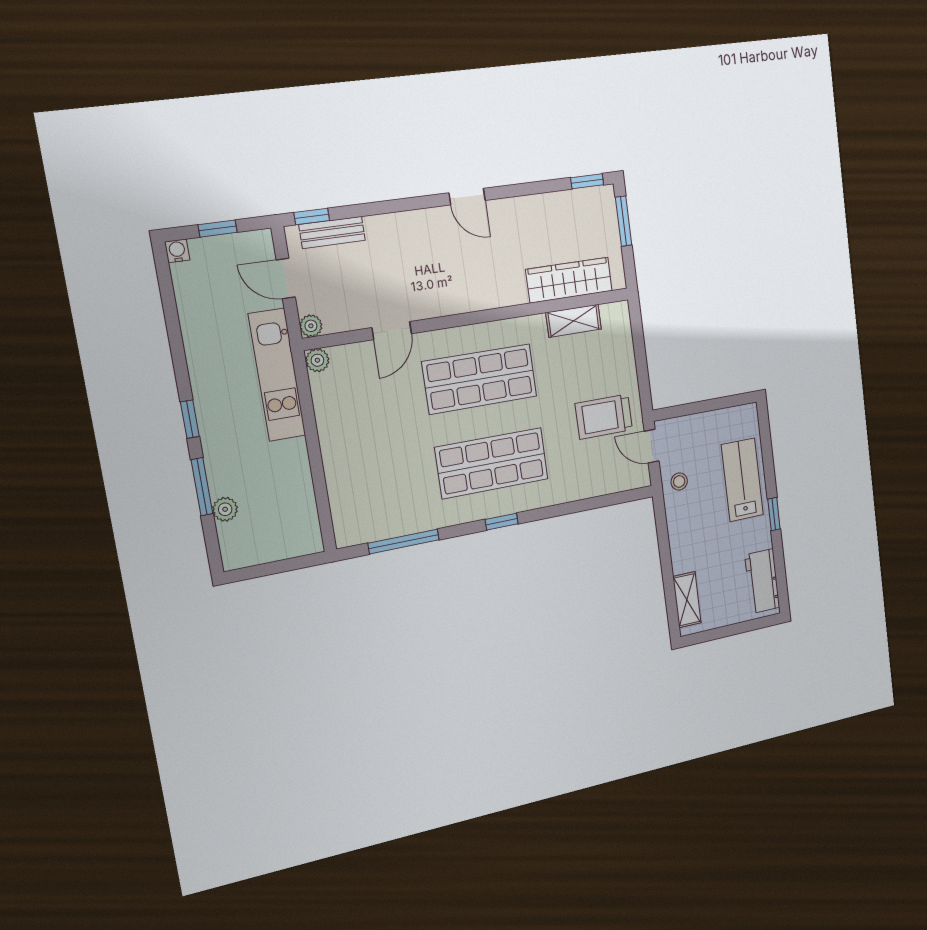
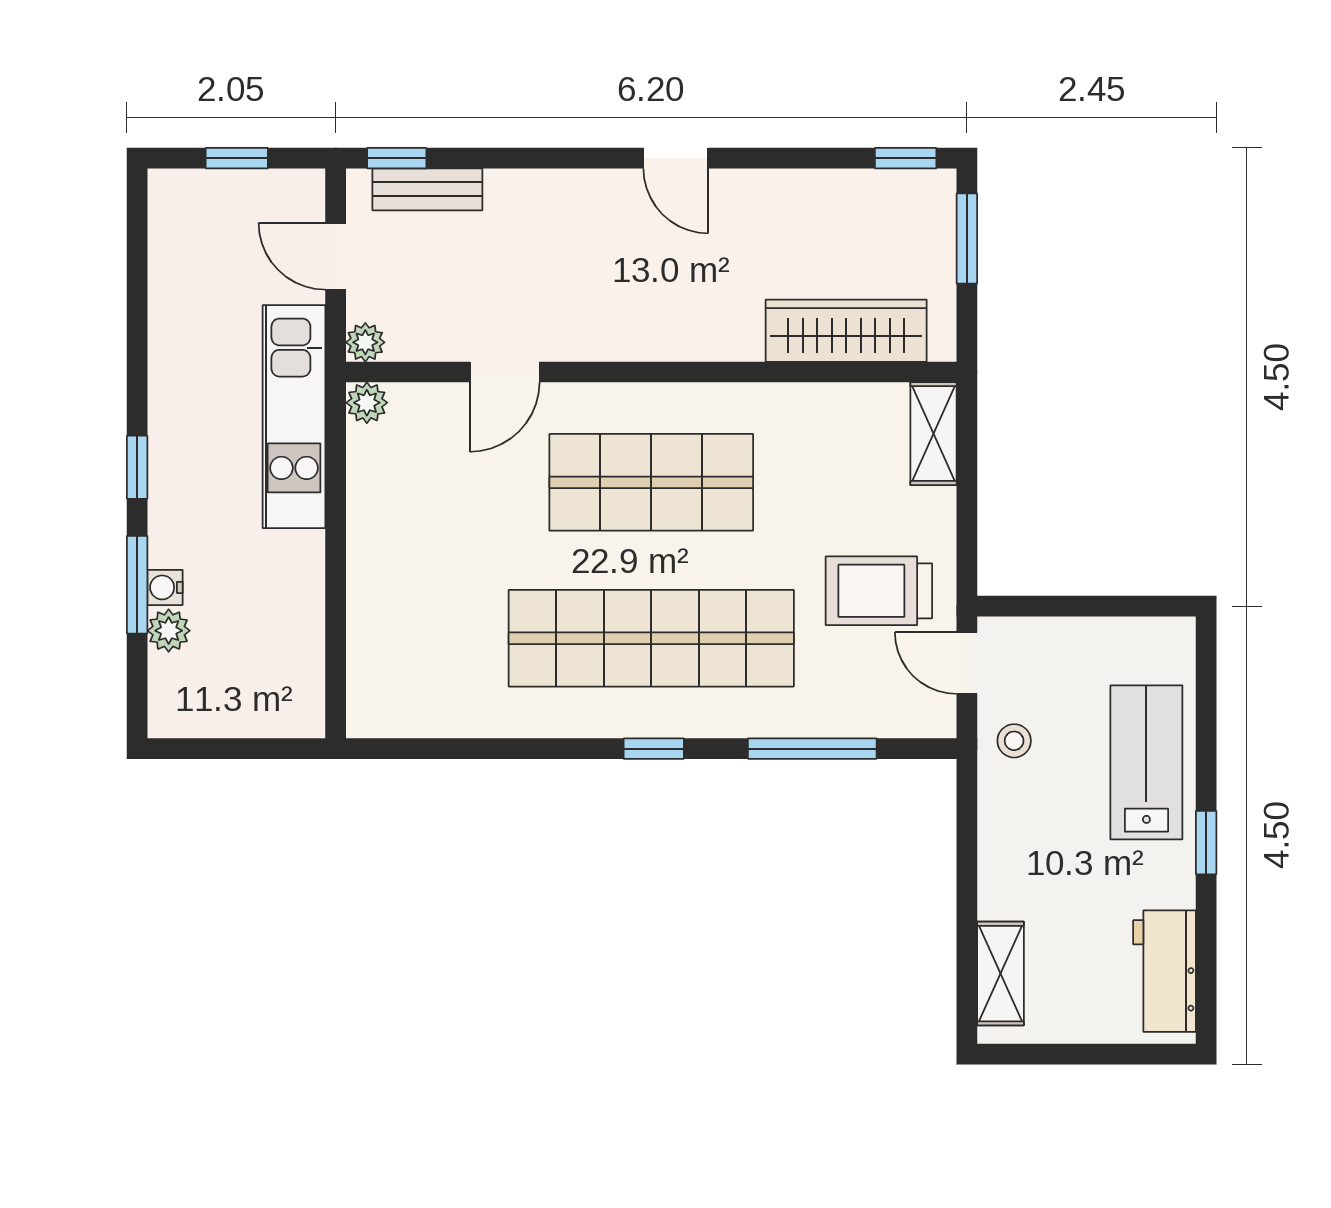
water cooler: (177, 251) -> (165, 587), moved, turned -90
shelving: (574, 321) -> (933, 434), moved, turned 90
shop shelf: (492, 463) -> (651, 638), width x1.40
window: (404, 542) -> (812, 749), moved

